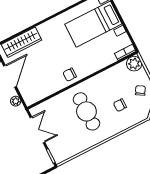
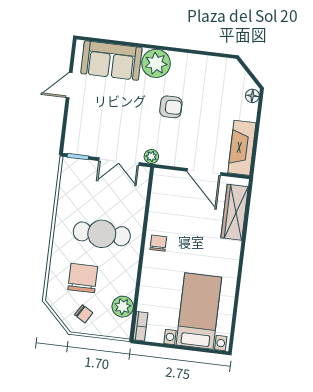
plant: (134, 64) -> (123, 307), moved
plant: (16, 101) -> (151, 157), moved
chair: (120, 105) -> (83, 278), width x1.87, depth x1.87

